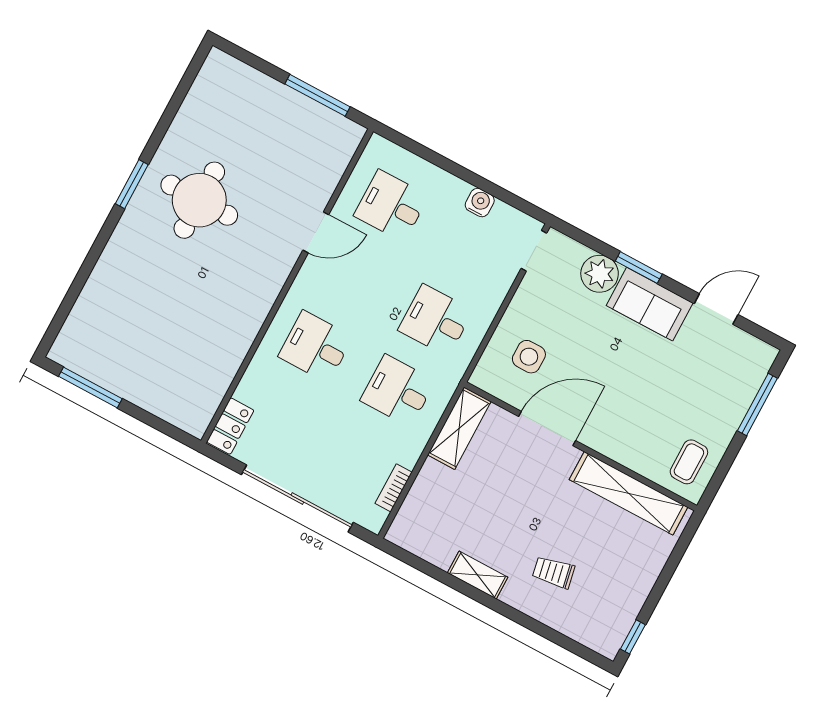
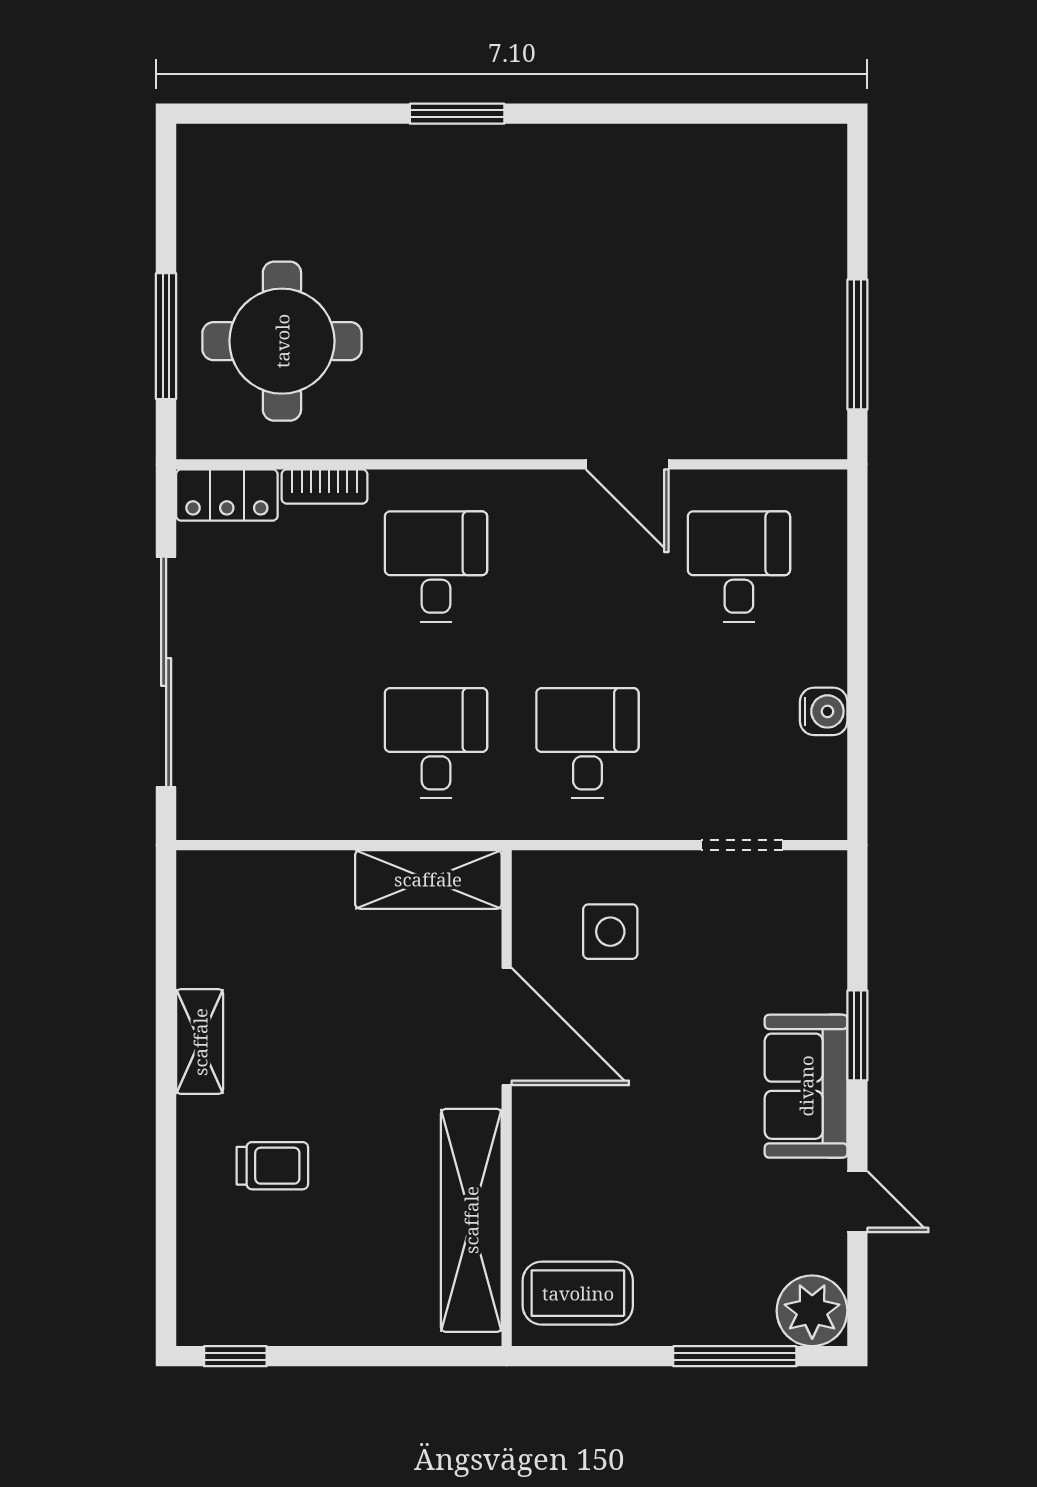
window: (132, 184) -> (457, 114), moved
round table: (199, 200) -> (282, 341), moved
doorway: (534, 251) -> (742, 845), moved
plant: (600, 274) -> (812, 1311), moved
door: (716, 309) -> (857, 1202), width x0.73
window: (90, 387) -> (166, 336), moved
coffee table: (689, 462) -> (578, 1293), width x1.36, depth x1.30
bookcase: (394, 488) -> (324, 487), moved, turned 180
trolley: (553, 572) -> (272, 1166), turned 101

